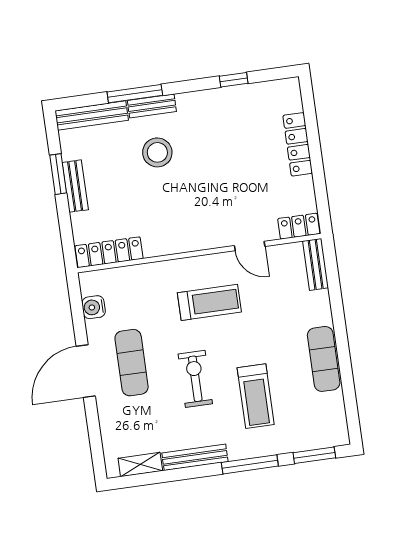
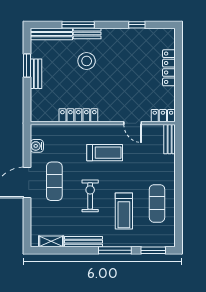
locker: (109, 252) -> (78, 115), moved
exercise mat: (324, 359) -> (157, 203), moved

